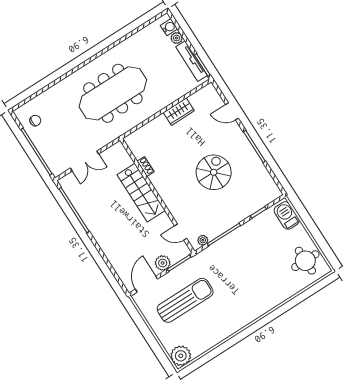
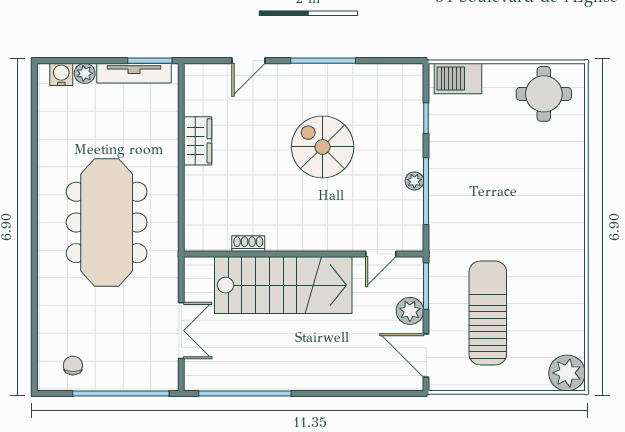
stairs: (141, 193) -> (283, 285), width x1.36, depth x1.51
plant: (203, 240) -> (414, 181), moved

